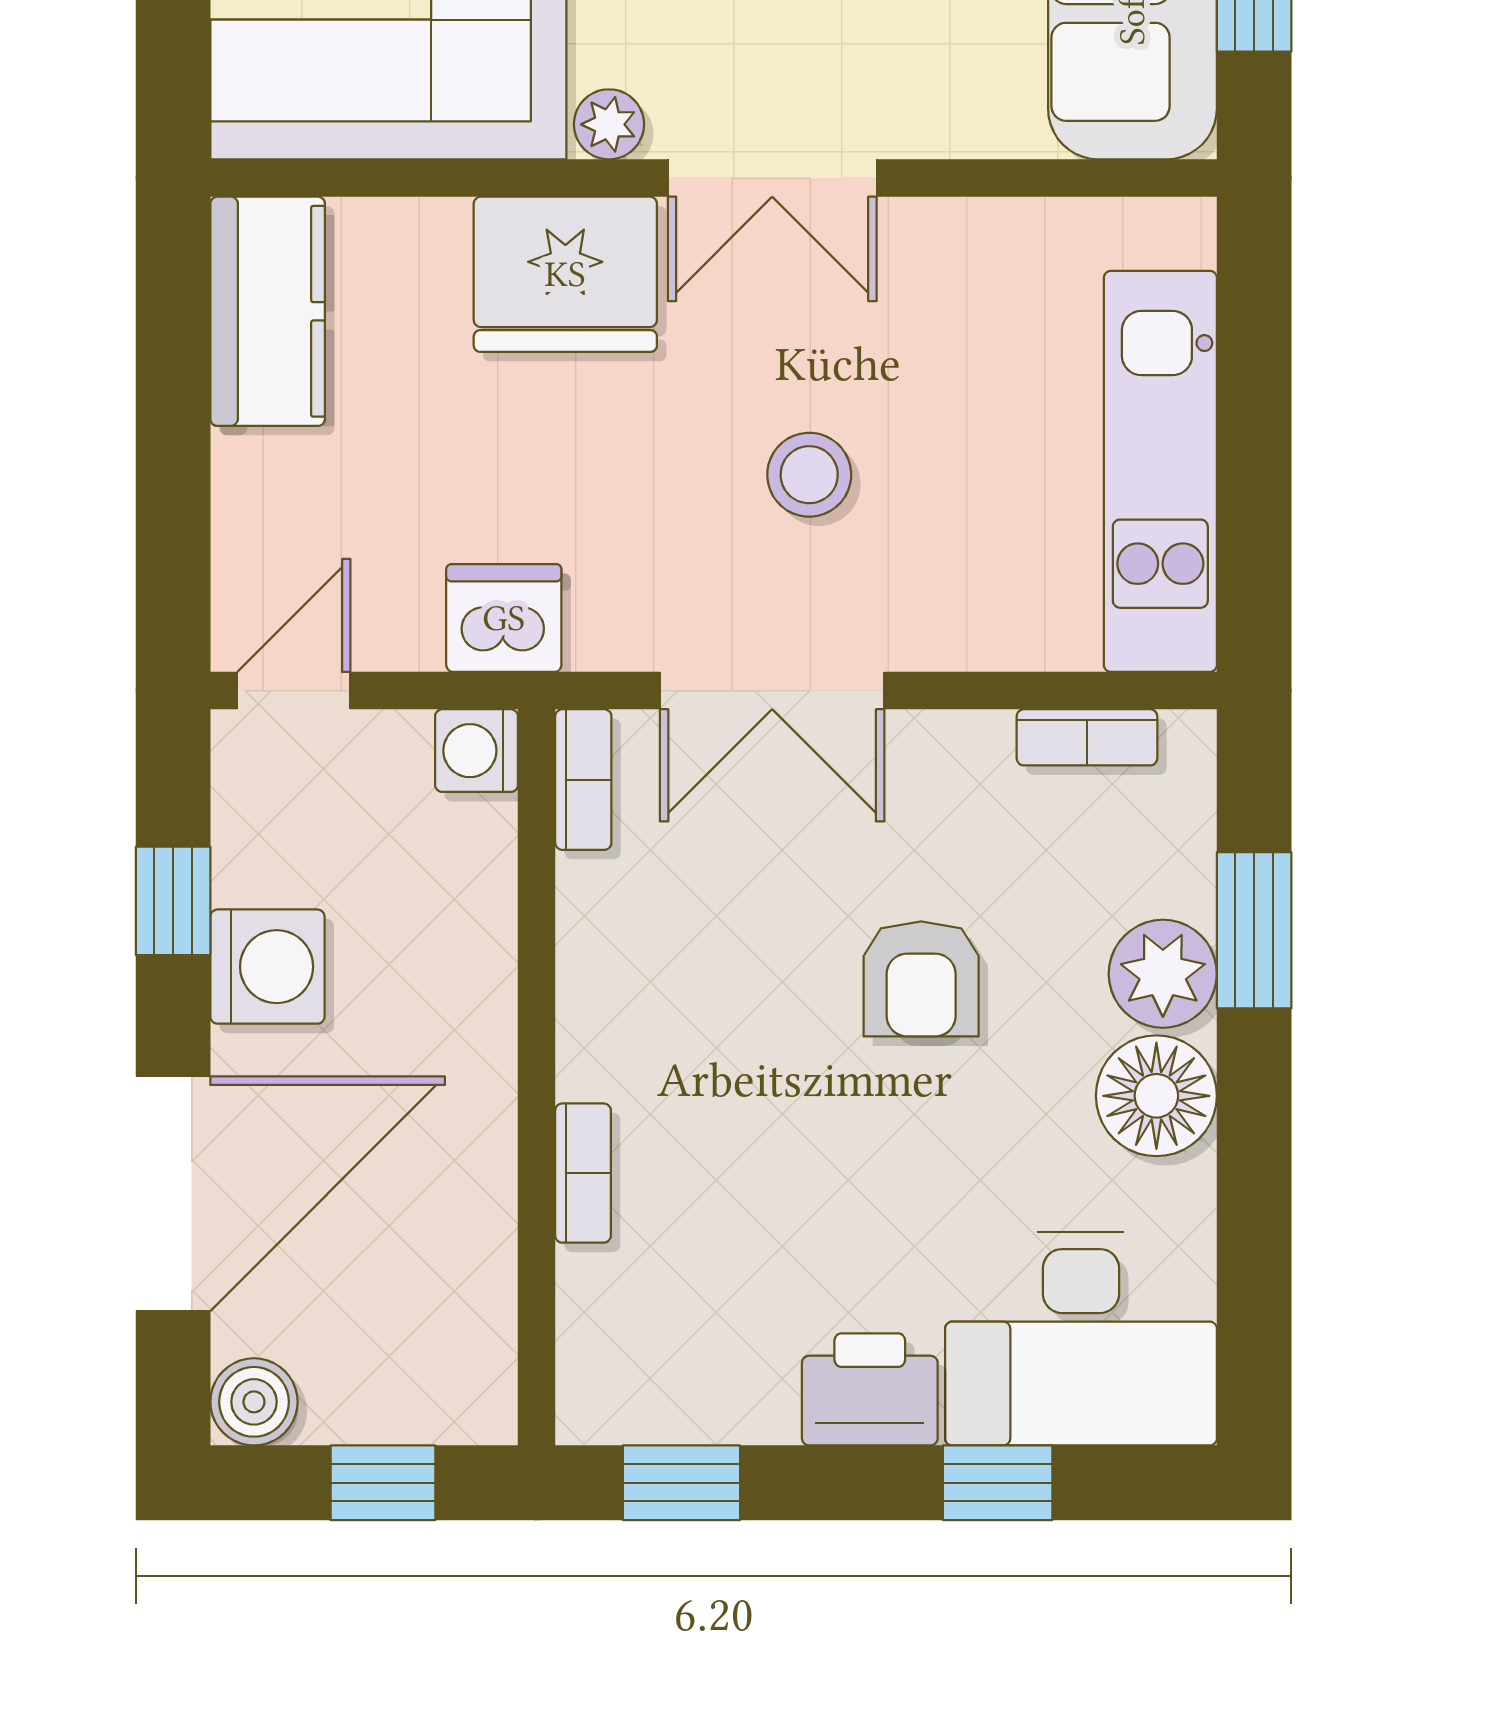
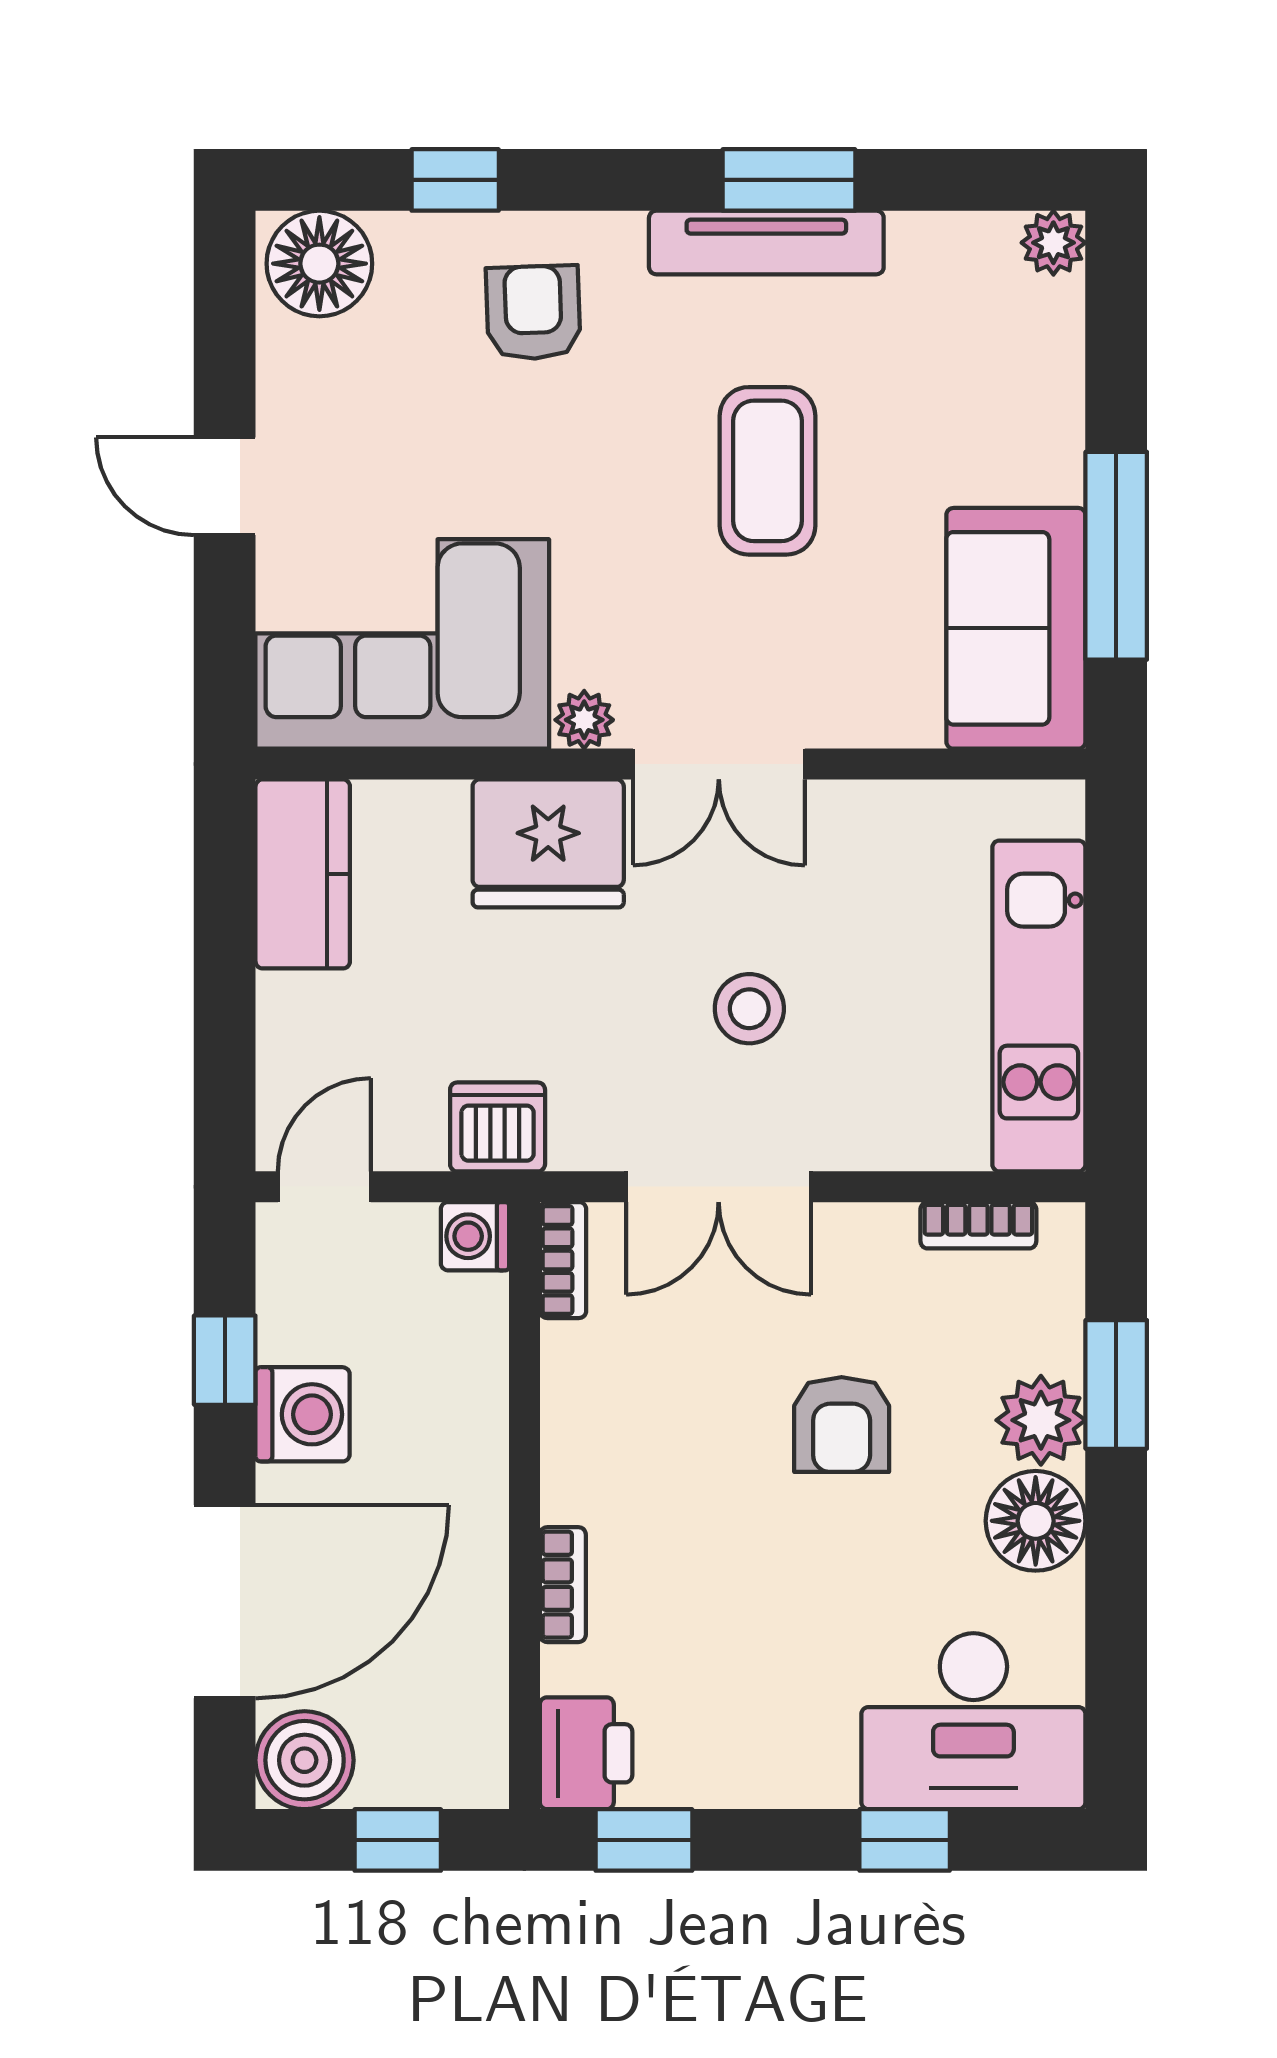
printer: (870, 1389) -> (586, 1753), moved, turned 90
boiler: (254, 1402) -> (305, 1760), width x1.36, depth x1.36

